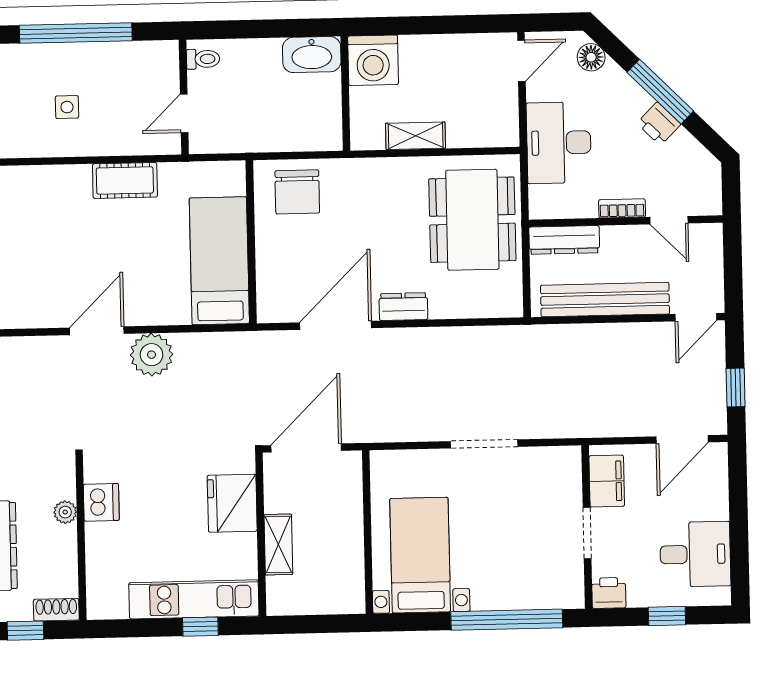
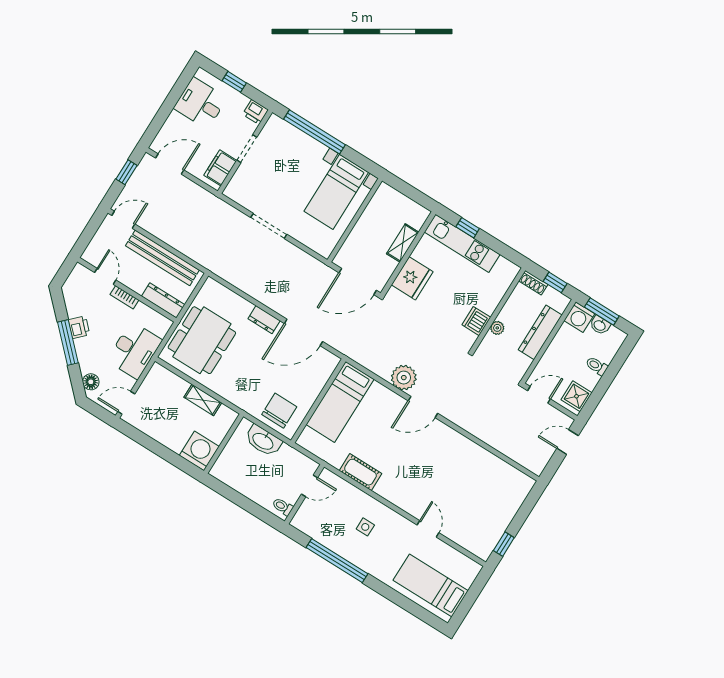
washbasin: (312, 55) -> (263, 441), moved, turned 180

